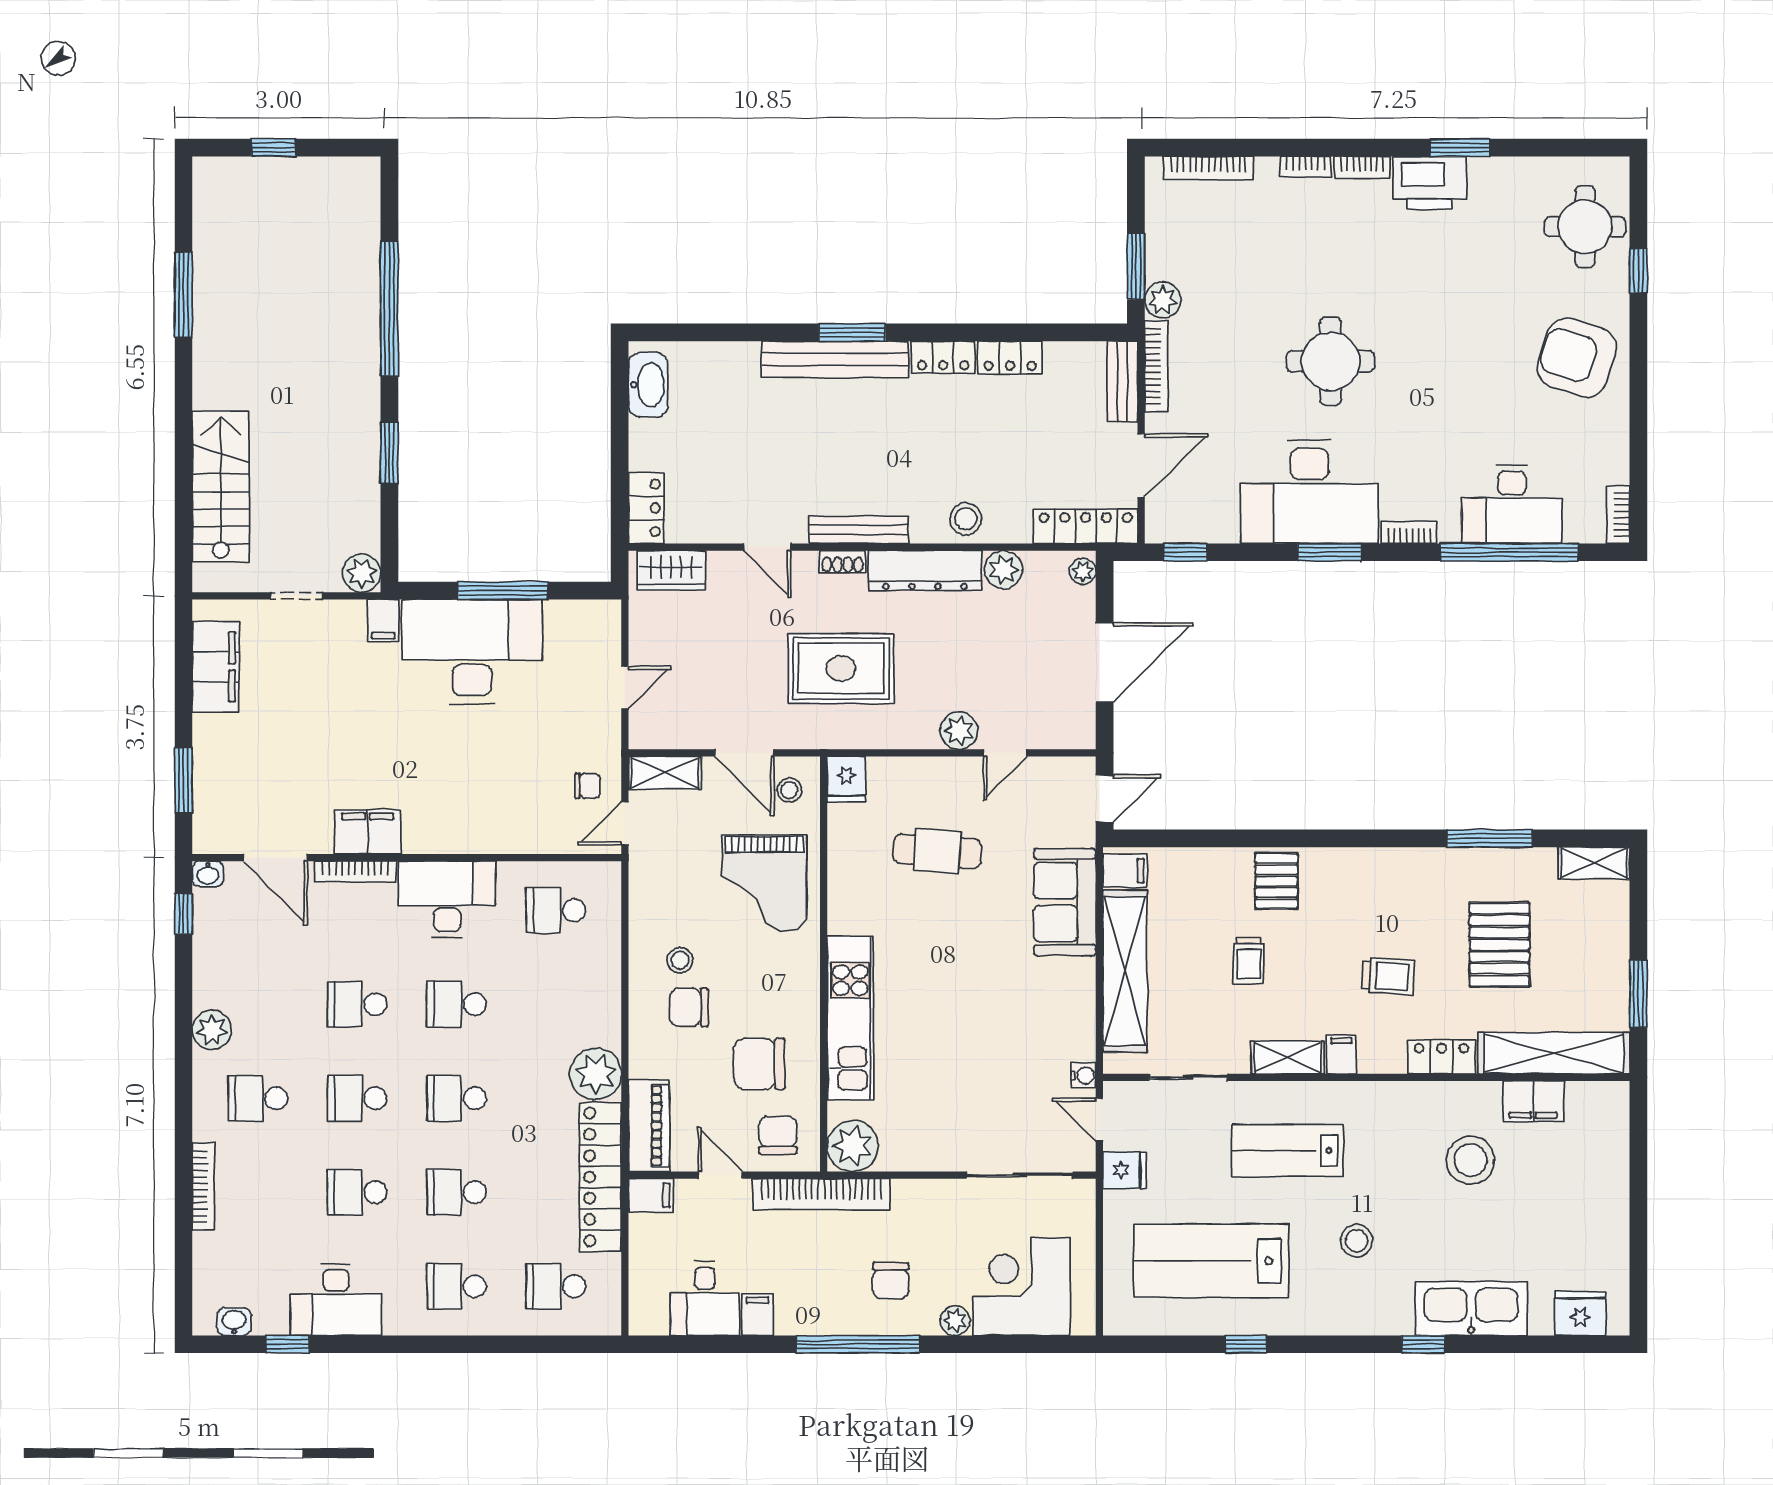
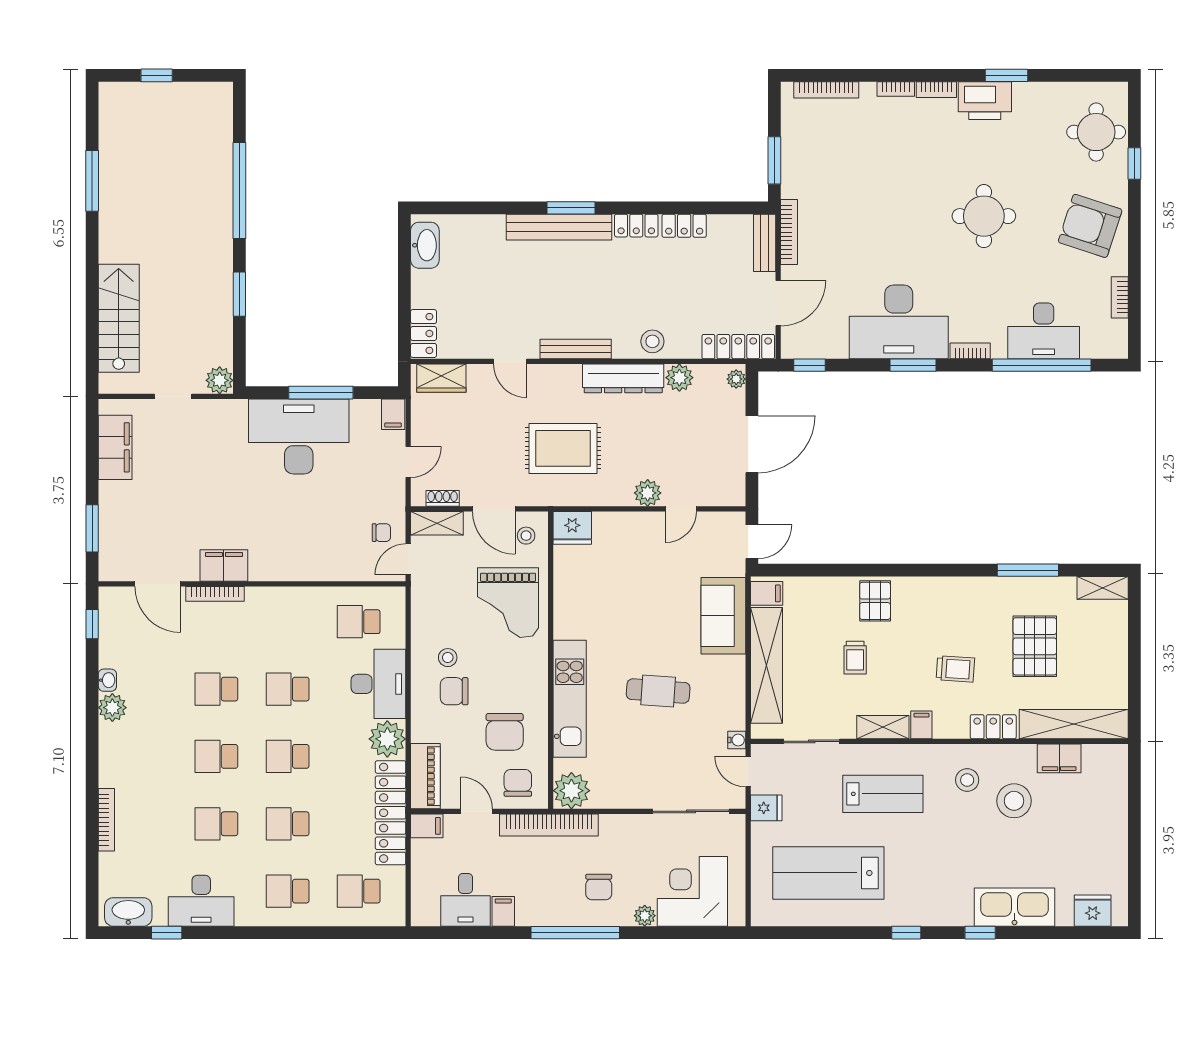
plant: (1163, 300) -> (793, 185), removed
round table: (1331, 361) -> (984, 216), moved
bookcase: (1618, 515) -> (1120, 297), moved
shoe rack: (842, 562) -> (443, 498), moved, turned 180
filing cabinet: (383, 621) -> (393, 414), moved
fridge: (846, 779) -> (572, 528), width x1.38
cafe table: (937, 851) -> (658, 691), moved
washbasin: (208, 874) -> (107, 680), moved, turned -90
desk: (447, 899) -> (378, 684), moved, turned 90
window: (1638, 994) -> (1134, 682), removed
chair: (759, 1064) -> (505, 732), turned -90
school desk: (258, 1098) -> (145, 756), removed
lab bench: (1287, 1151) -> (883, 794), turned 180
stool: (1357, 1241) -> (967, 780), moved
washbasin: (234, 1322) -> (128, 912), width x1.91, depth x1.45
window: (1246, 1344) -> (906, 933), moved

